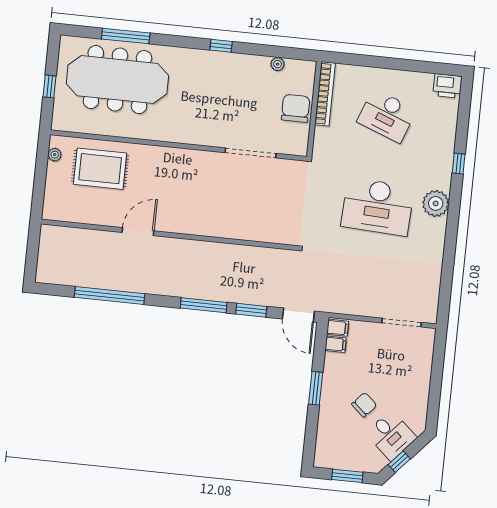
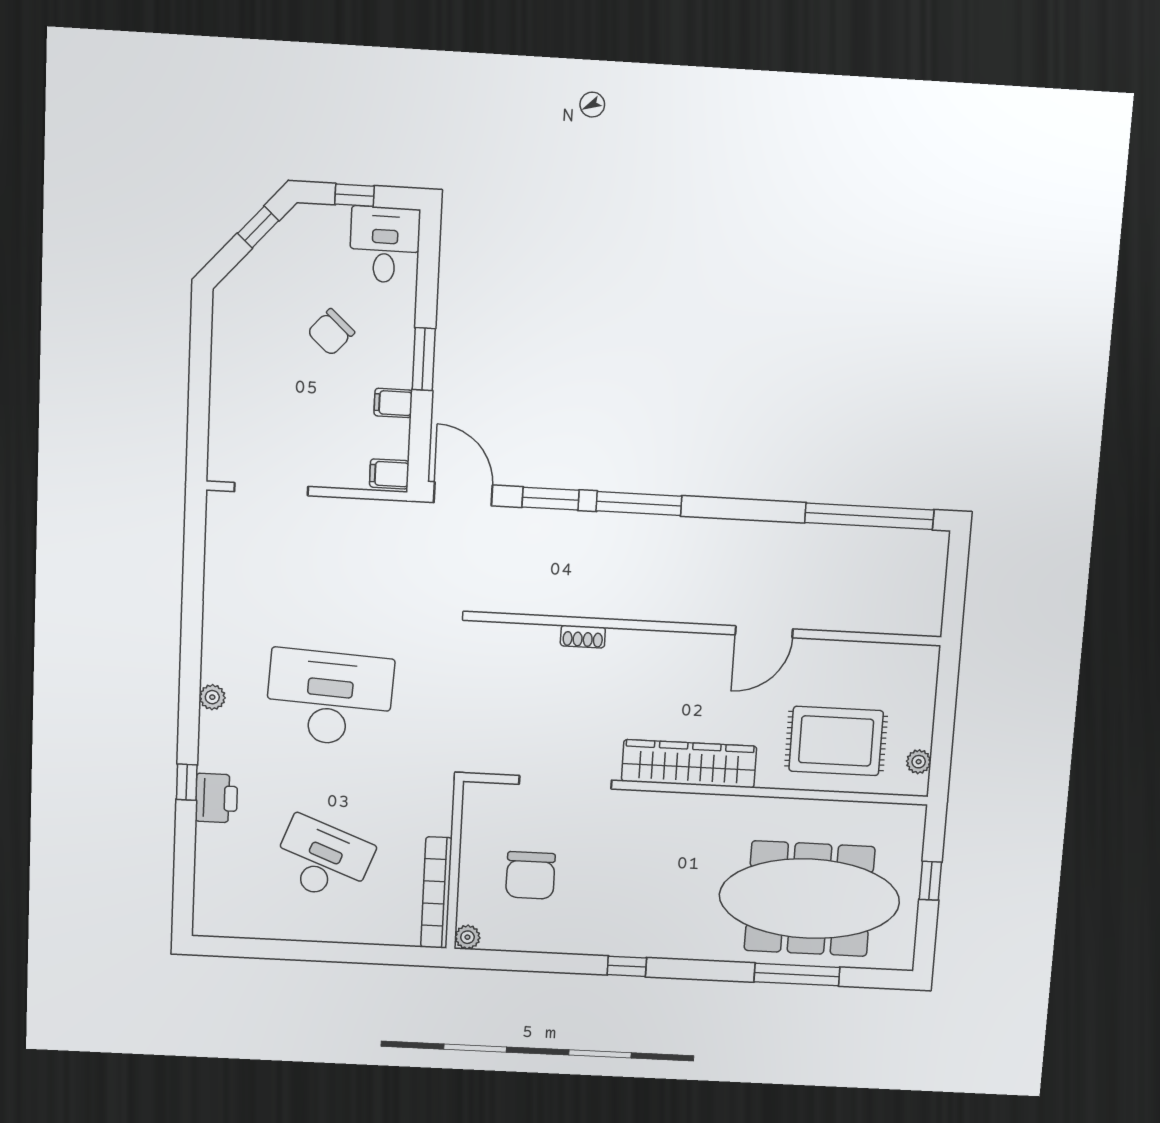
plant: (278, 64) -> (467, 937), moved
printer: (447, 86) -> (216, 798), moved, turned 90
chair: (296, 108) -> (530, 875), moved
wardrobe: (182, 160) -> (689, 764), added
plant: (436, 203) -> (212, 697), width x0.53, depth x0.53
shoe rack: (237, 234) -> (583, 637), added
window: (110, 296) -> (869, 516), moved
filing cabinet: (336, 344) -> (393, 403), moved
desk: (391, 435) -> (385, 245), moved, turned 48
window: (347, 476) -> (355, 195), width x0.67

